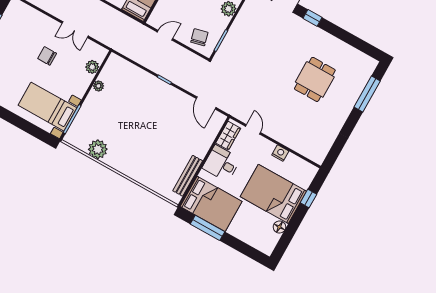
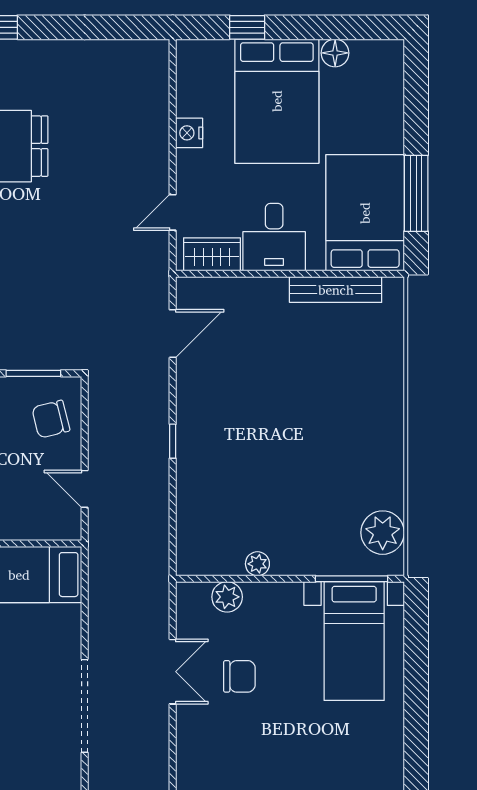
chair: (47, 56) -> (239, 676), moved, turned -90
plant: (98, 149) -> (383, 533), moved

